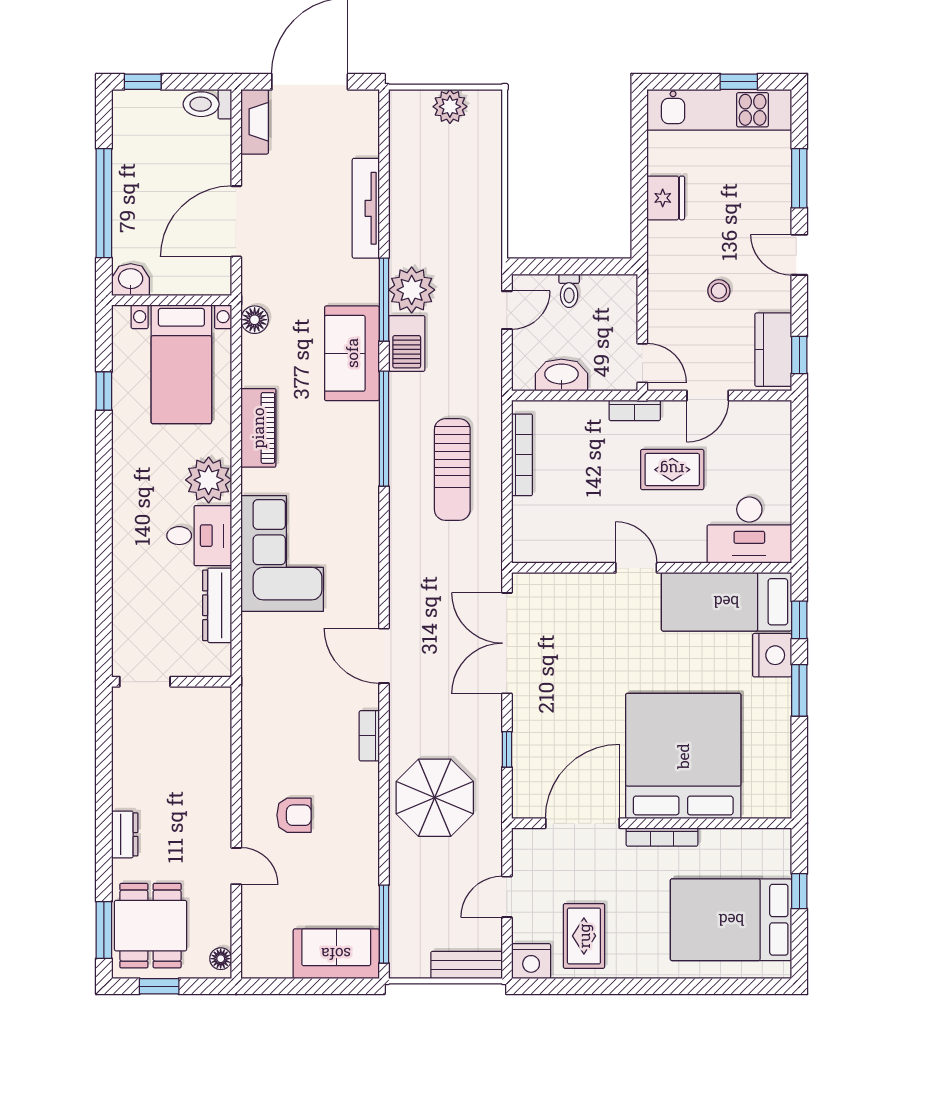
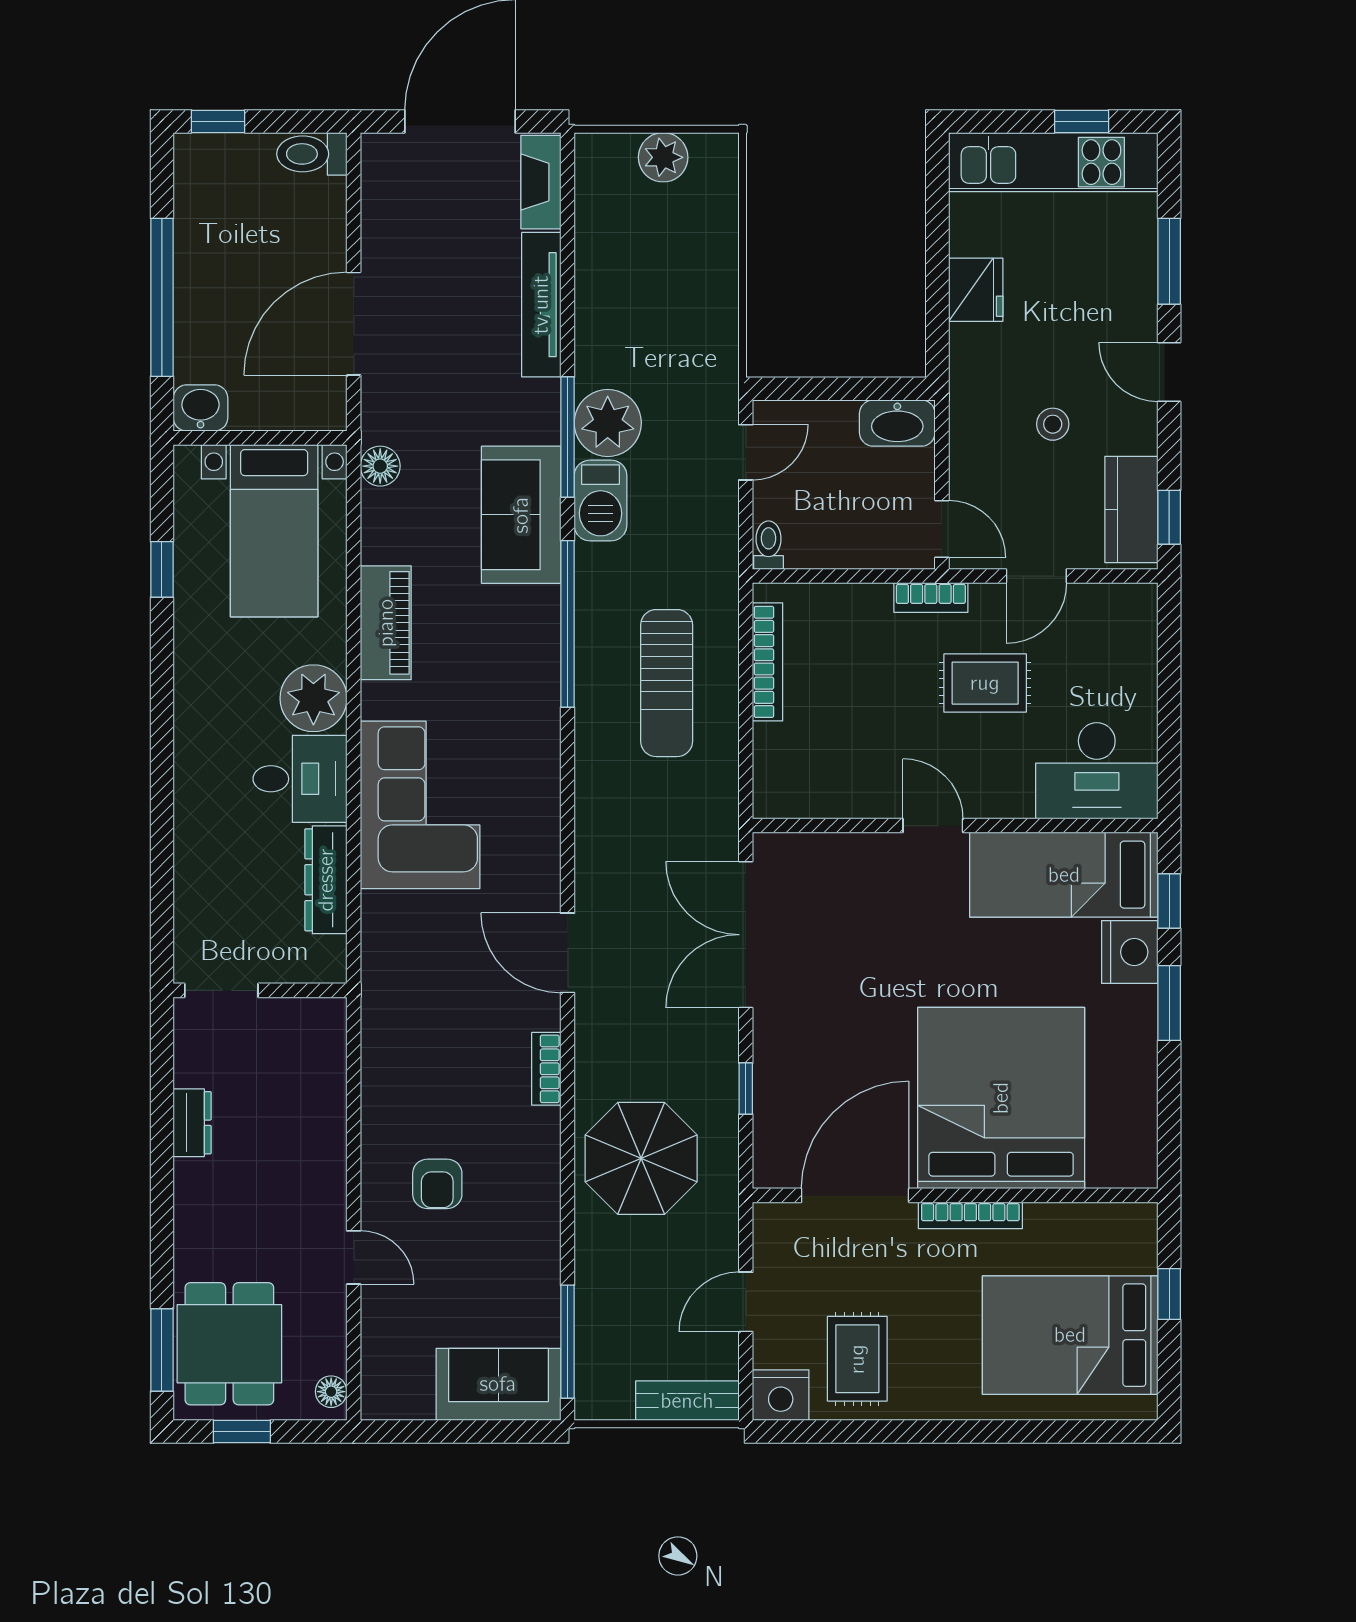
fireplace: (255, 122) -> (541, 182), moved, turned 180
toilet: (569, 291) -> (768, 545), moved, turned 180
washbasin: (561, 375) -> (897, 423), moved, turned 180
armchair: (294, 815) -> (437, 1184), turned 90
dresser: (125, 834) -> (192, 1123), moved

